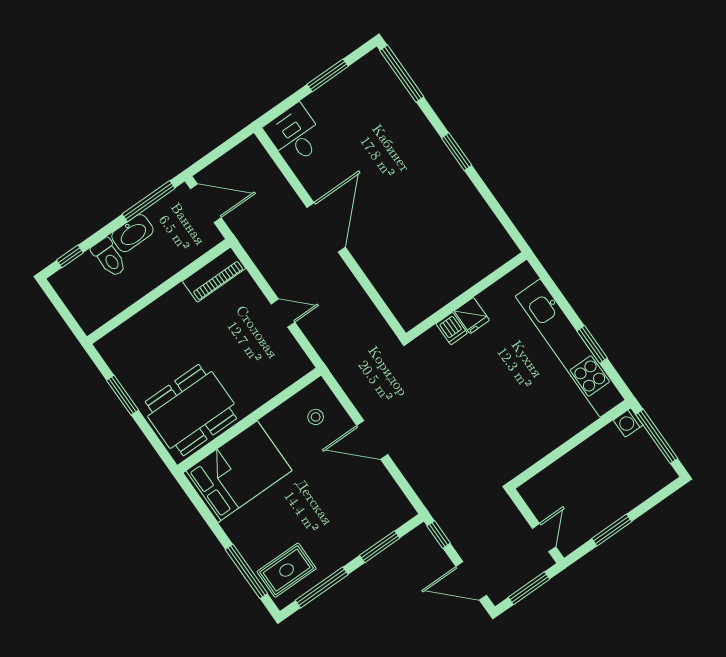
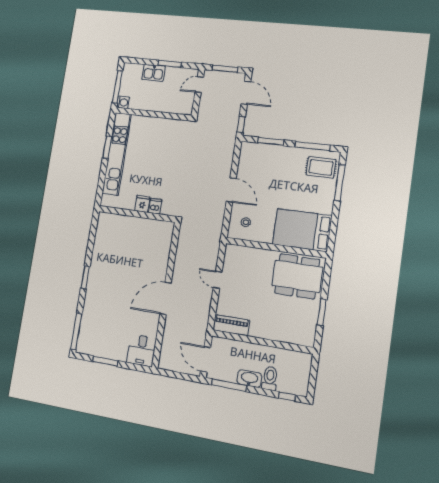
kitchen sink: (623, 499) -> (153, 73), added

